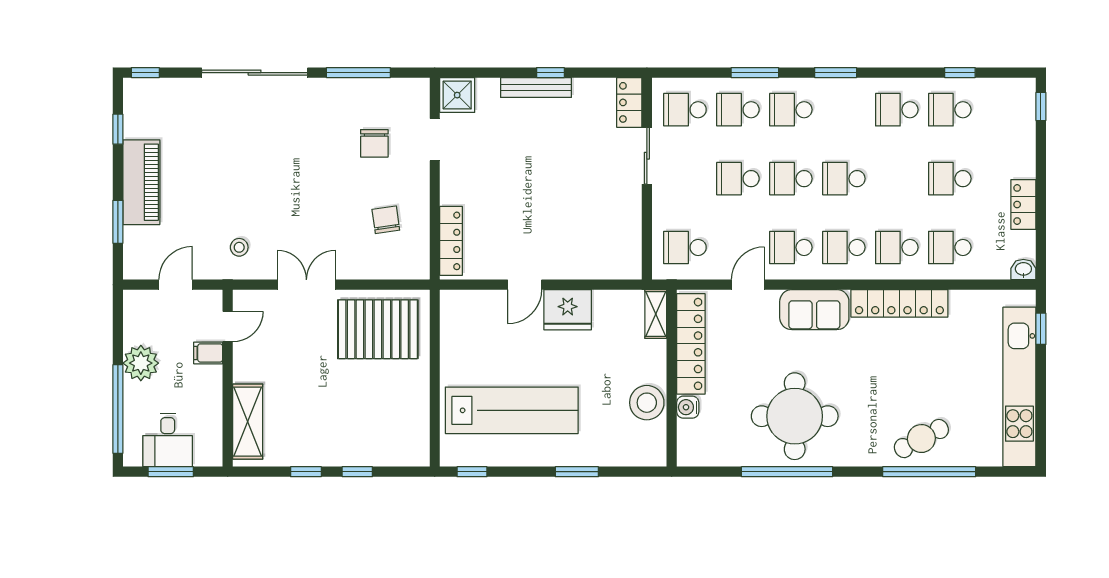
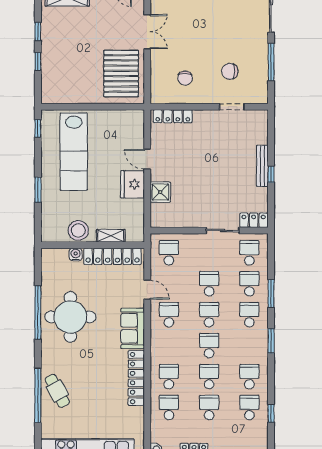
shower: (457, 95) -> (160, 192), moved
chair: (386, 220) -> (185, 78), turned 98
school desk: (844, 247) -> (209, 377), moved
shelving: (656, 314) -> (111, 236), moved

